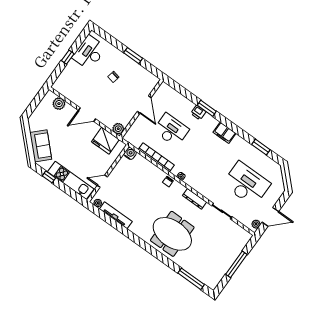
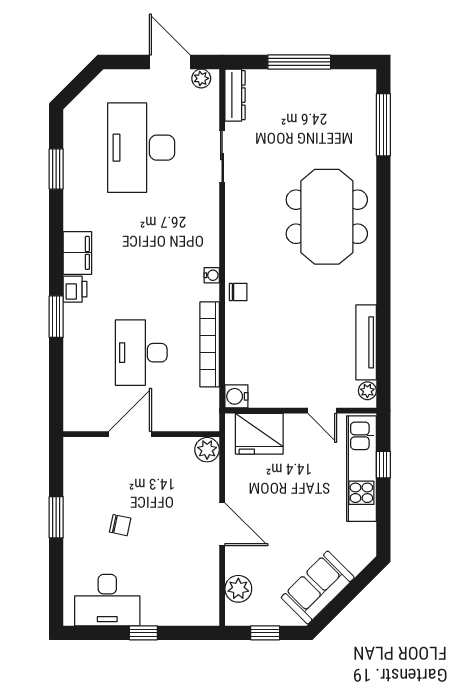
window: (36, 102) -> (265, 633), added
printer: (198, 113) -> (75, 289), moved
fridge: (105, 141) -> (259, 434), moved, turned 90
sofa: (41, 146) -> (318, 588), moved
window: (49, 177) -> (383, 465), moved
dresser: (195, 199) -> (235, 95), moved

